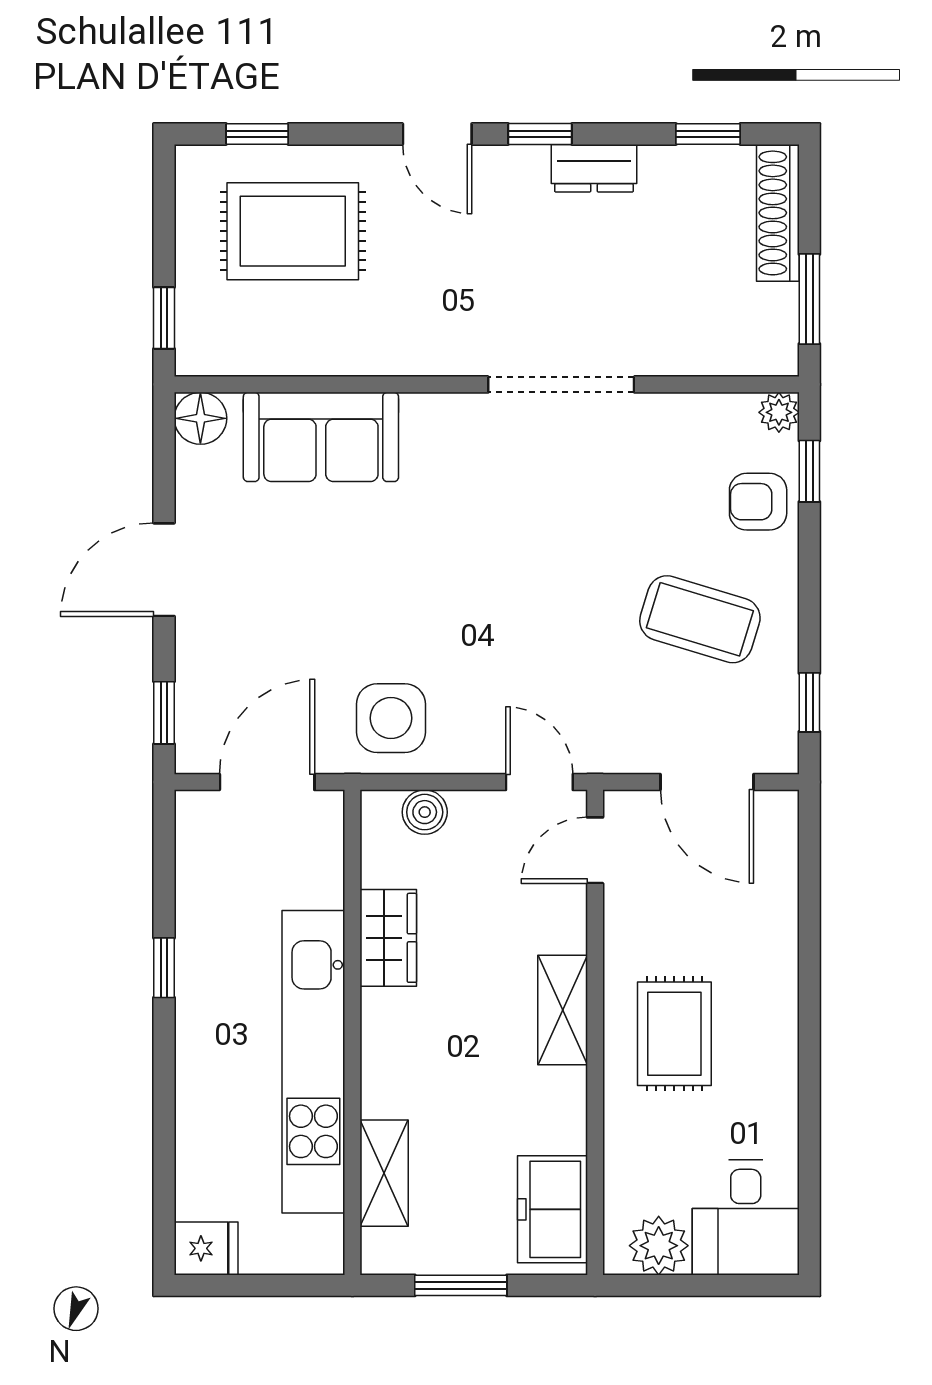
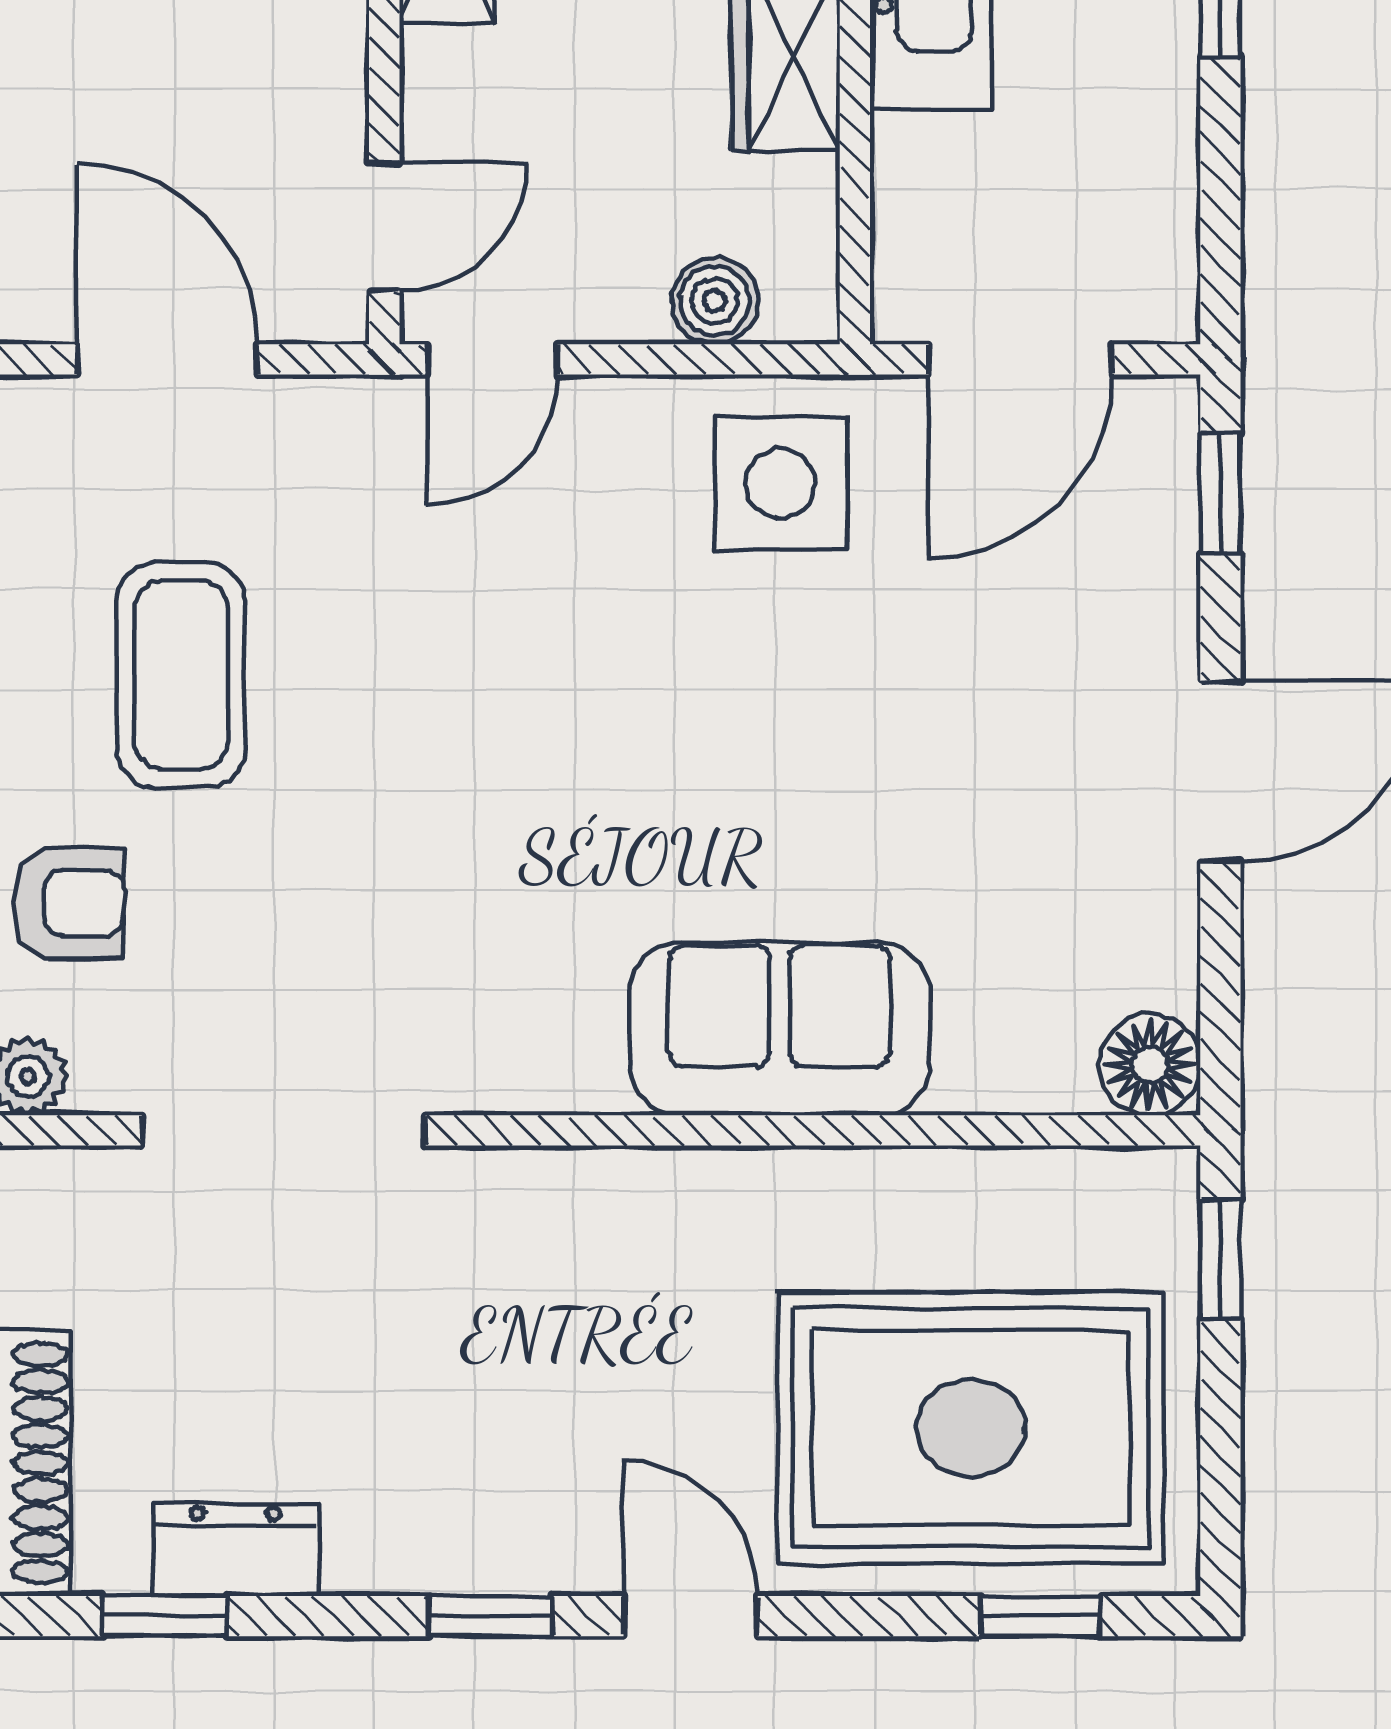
dresser: (594, 168) -> (236, 1550), moved
rug: (293, 231) -> (971, 1428), width x1.37, depth x1.44
doorway: (561, 384) -> (284, 1130), moved
sofa: (321, 437) -> (780, 1029), moved
coffee table: (700, 619) -> (181, 675), turned 73
door: (539, 782) -> (492, 359), hinge flipped

